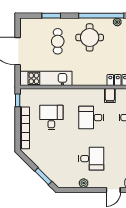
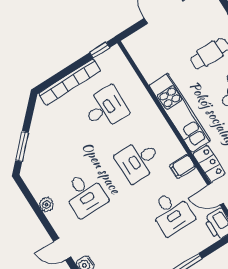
kitchen unit: (46, 78) -> (180, 113), moved
desk: (91, 118) -> (138, 160), turned -90

